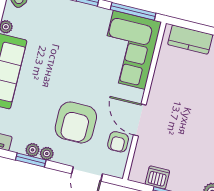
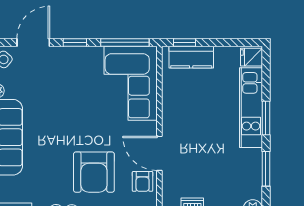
window: (187, 25) -> (184, 42), added

